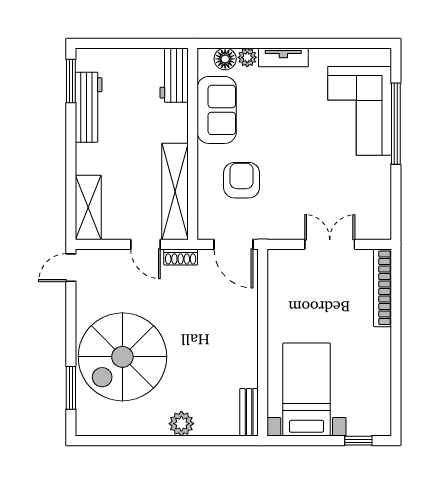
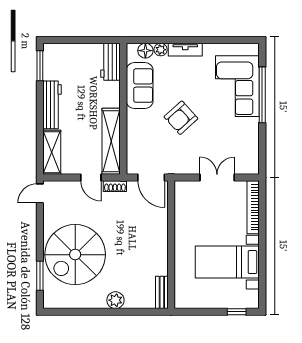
workbench: (89, 107) -> (52, 105), moved
armchair: (242, 180) -> (181, 118), moved, turned -132
bed with nightstands: (307, 390) -> (227, 262), moved, turned -90

